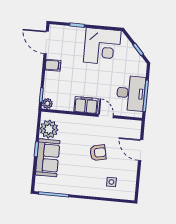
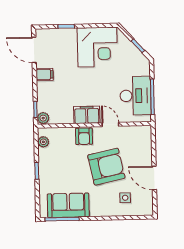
armchair: (81, 124) -> (84, 136), added
plant: (49, 129) -> (43, 142), width x0.53, depth x0.53
door: (141, 150) -> (154, 178), moved
armchair: (98, 153) -> (106, 167), width x1.88, depth x1.88
sofa: (48, 158) -> (68, 205), moved, turned -90

